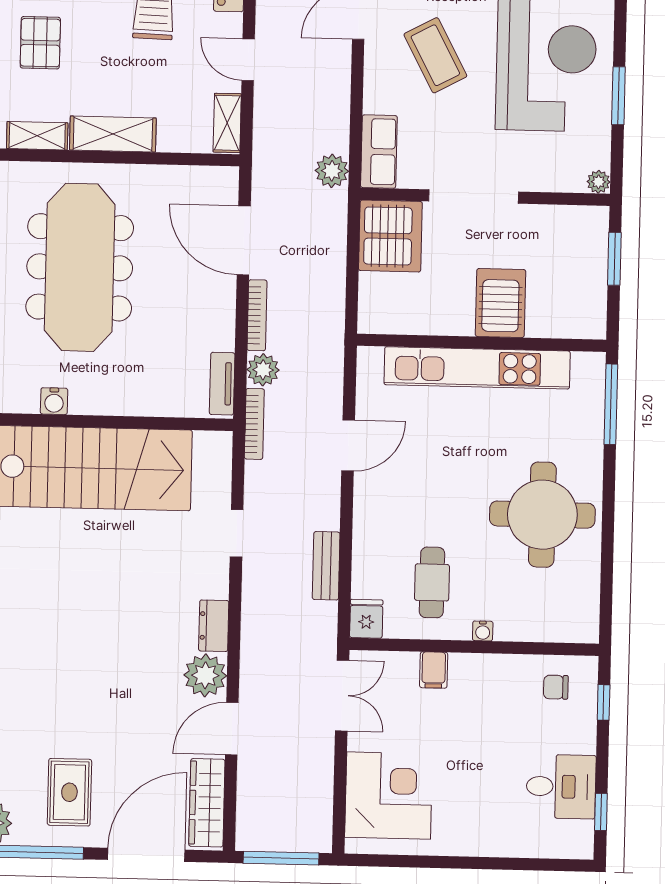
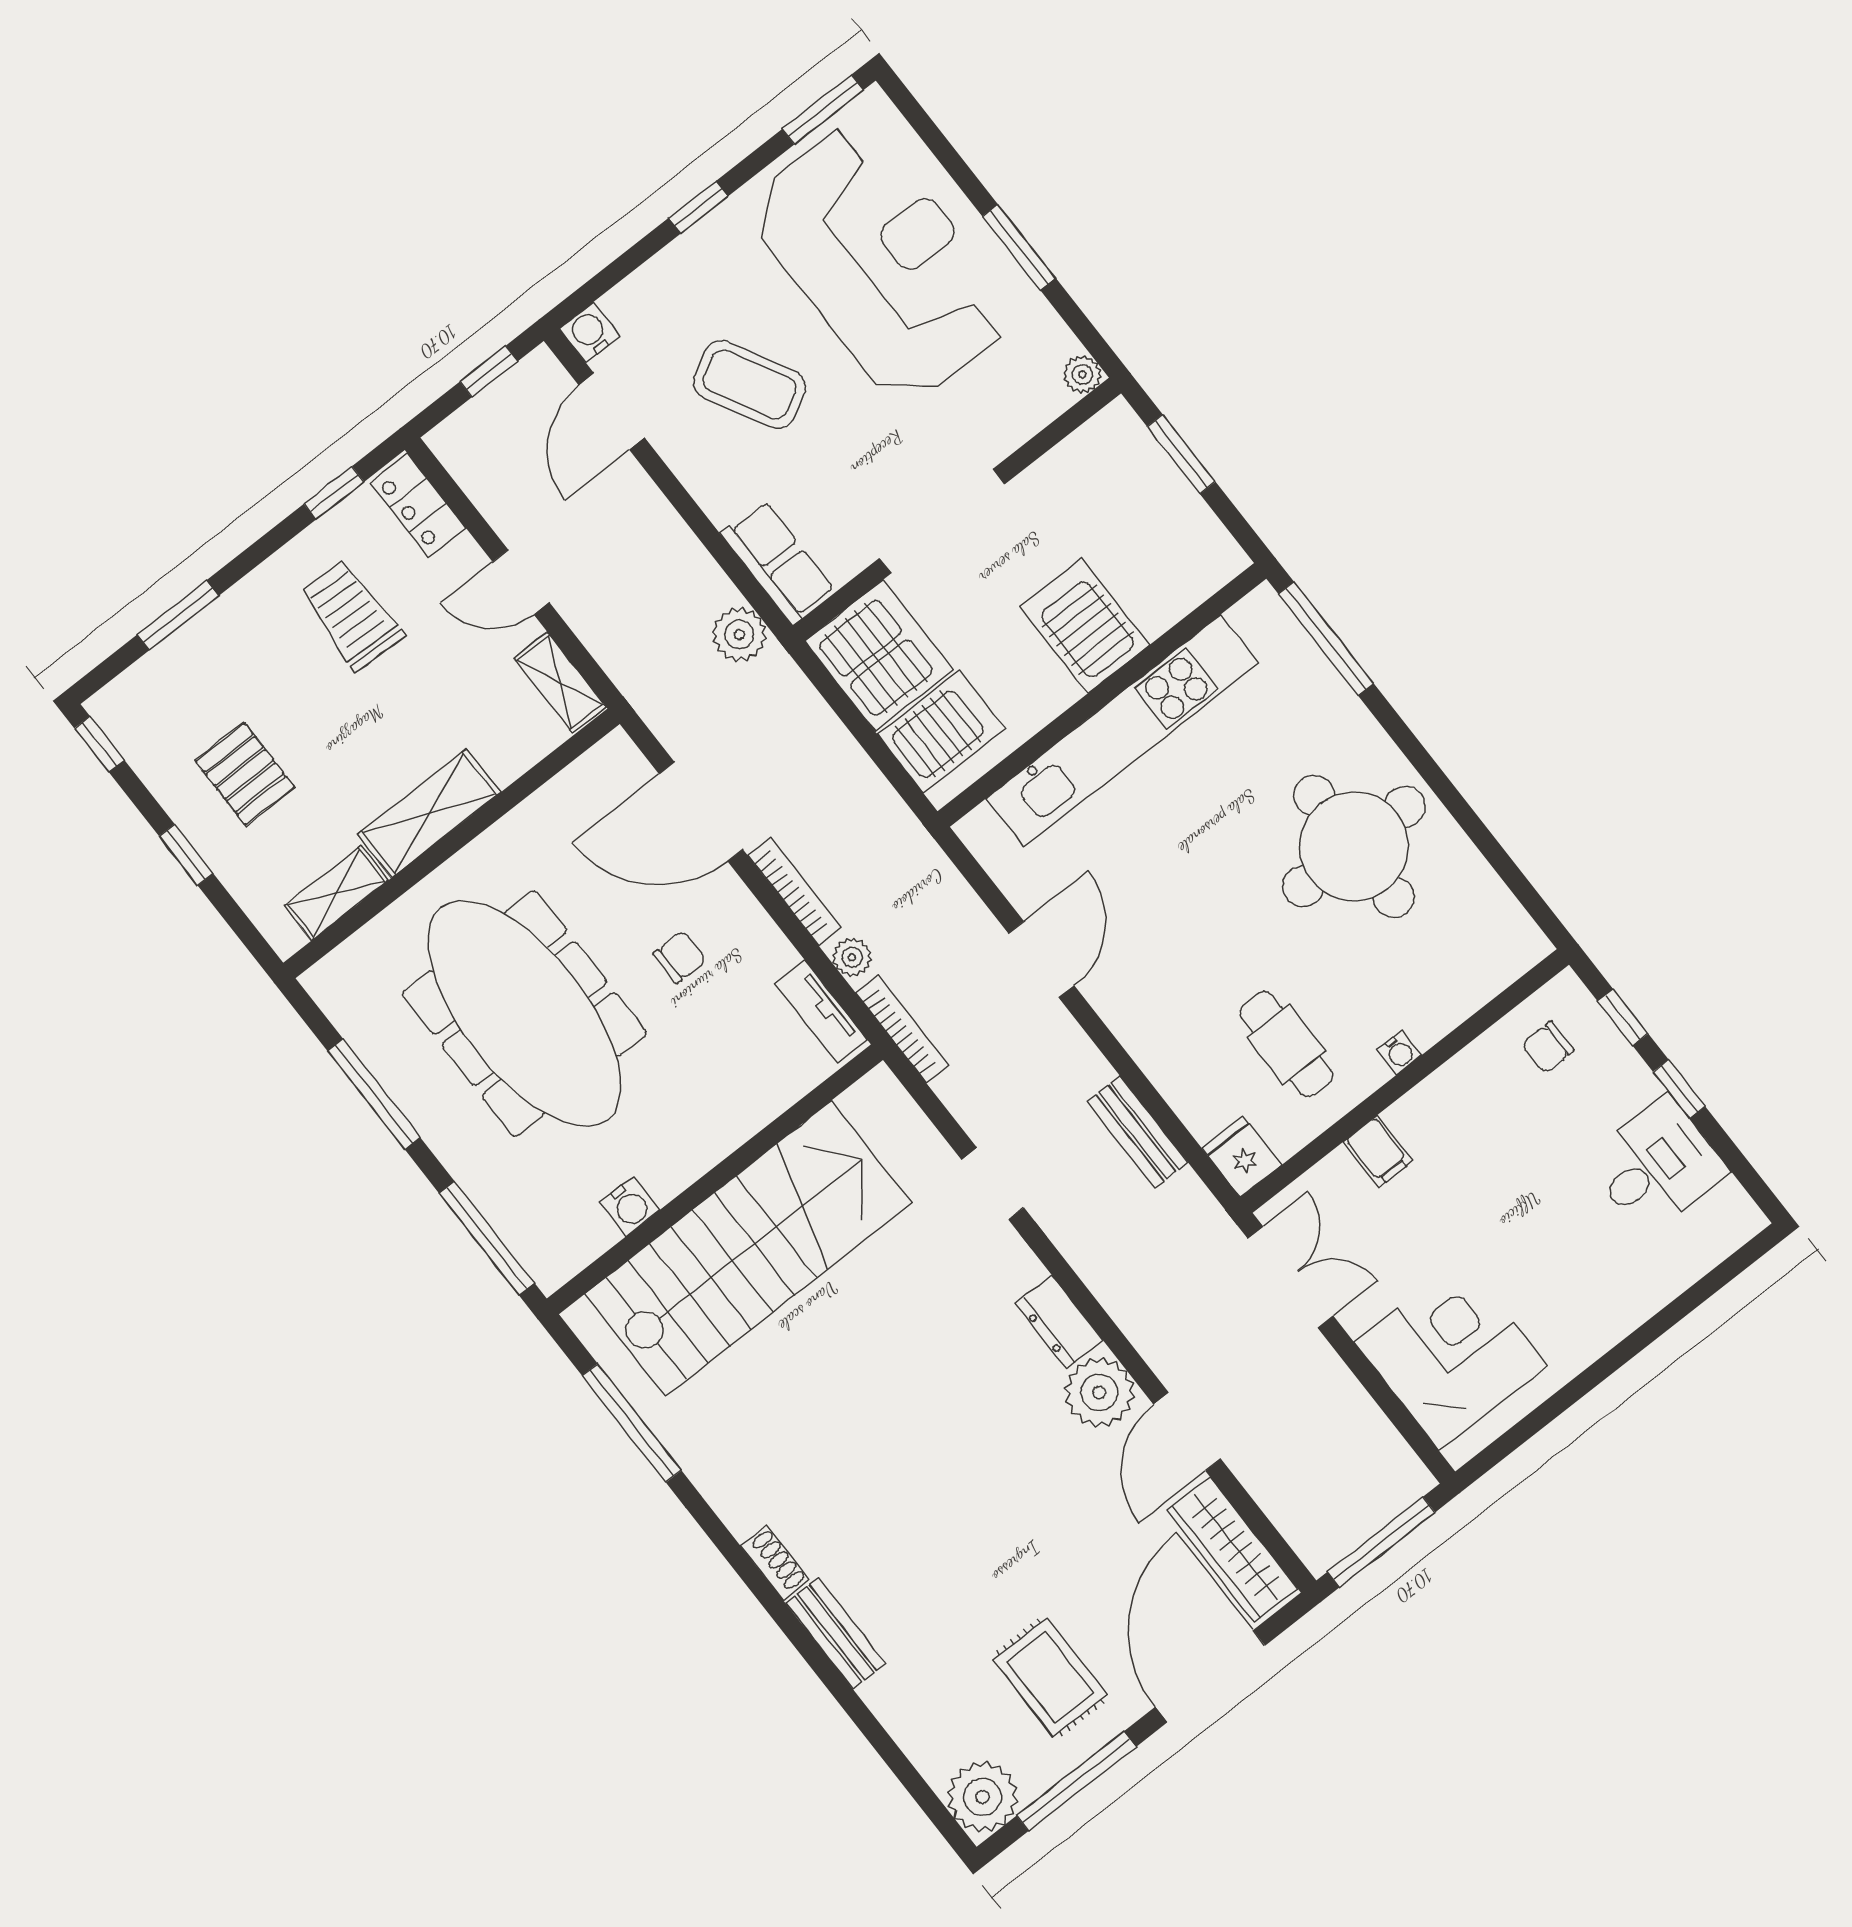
server rack: (390, 297) -> (941, 732), added
chair: (176, 302) -> (680, 957), added
plant: (263, 370) -> (852, 957), width x0.73, depth x0.73
window: (601, 812) -> (1679, 1089), moved

